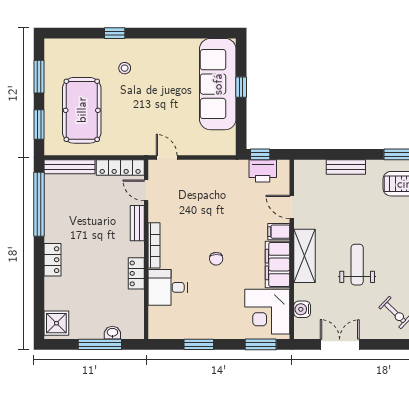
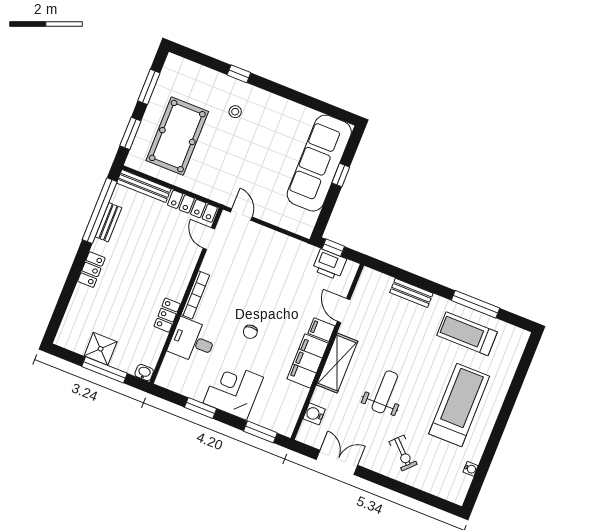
bench: (137, 223) -> (108, 222), moved
corner desk: (267, 312) -> (233, 390), moved, turned 90
shower: (56, 323) -> (101, 349), moved
washbasin: (112, 333) -> (144, 373), moved

